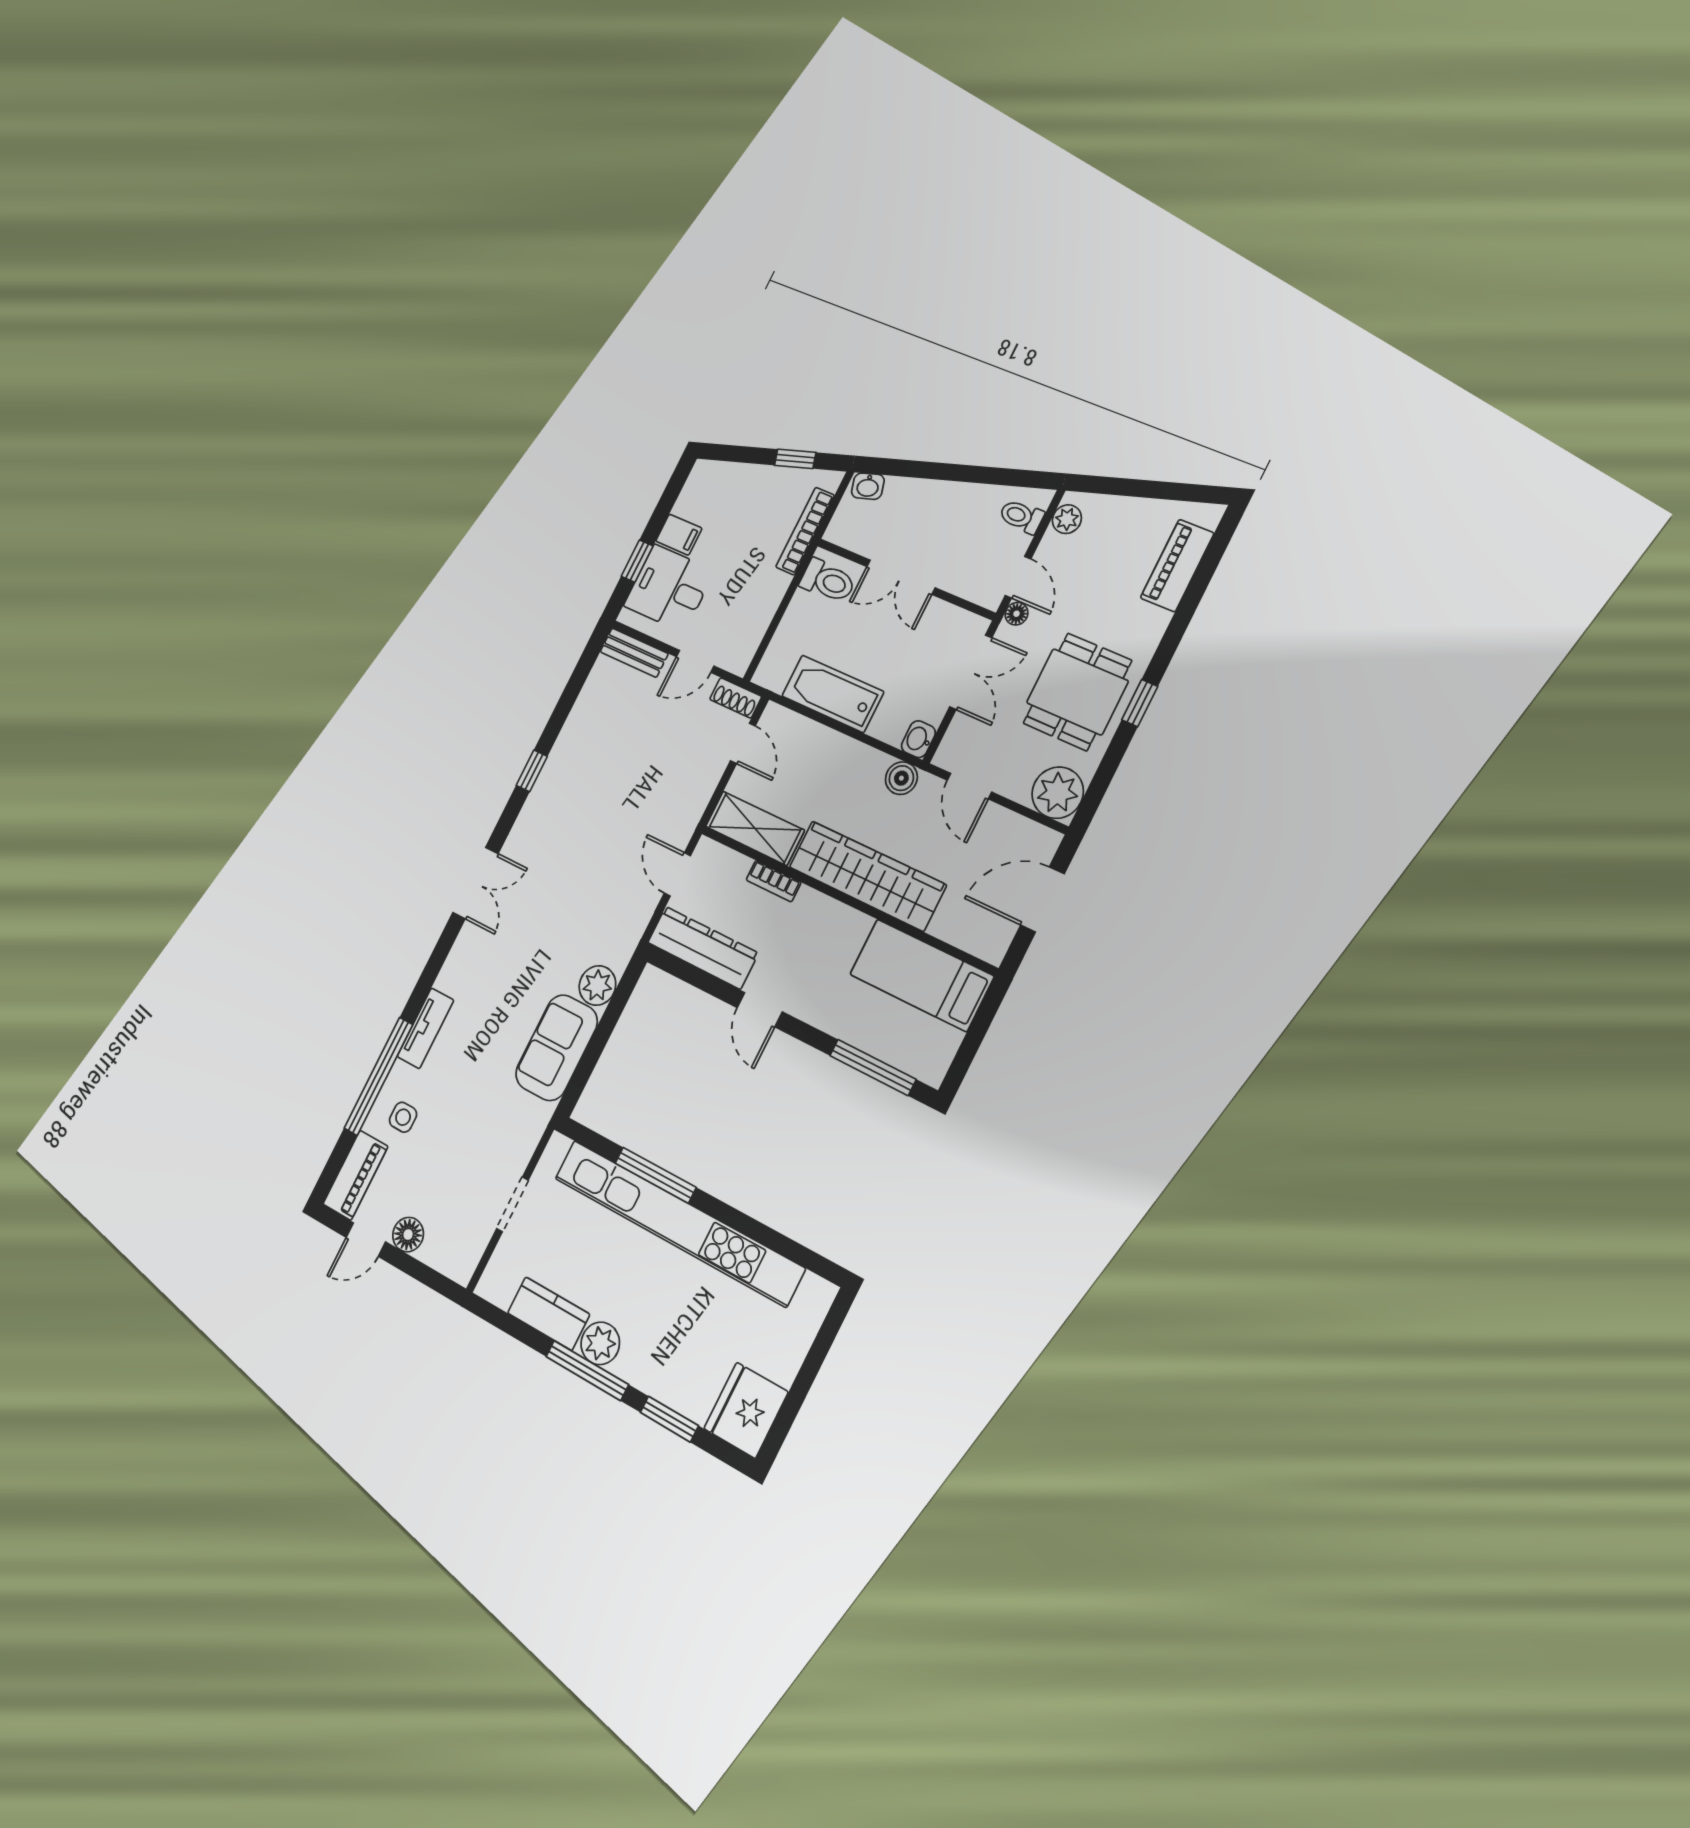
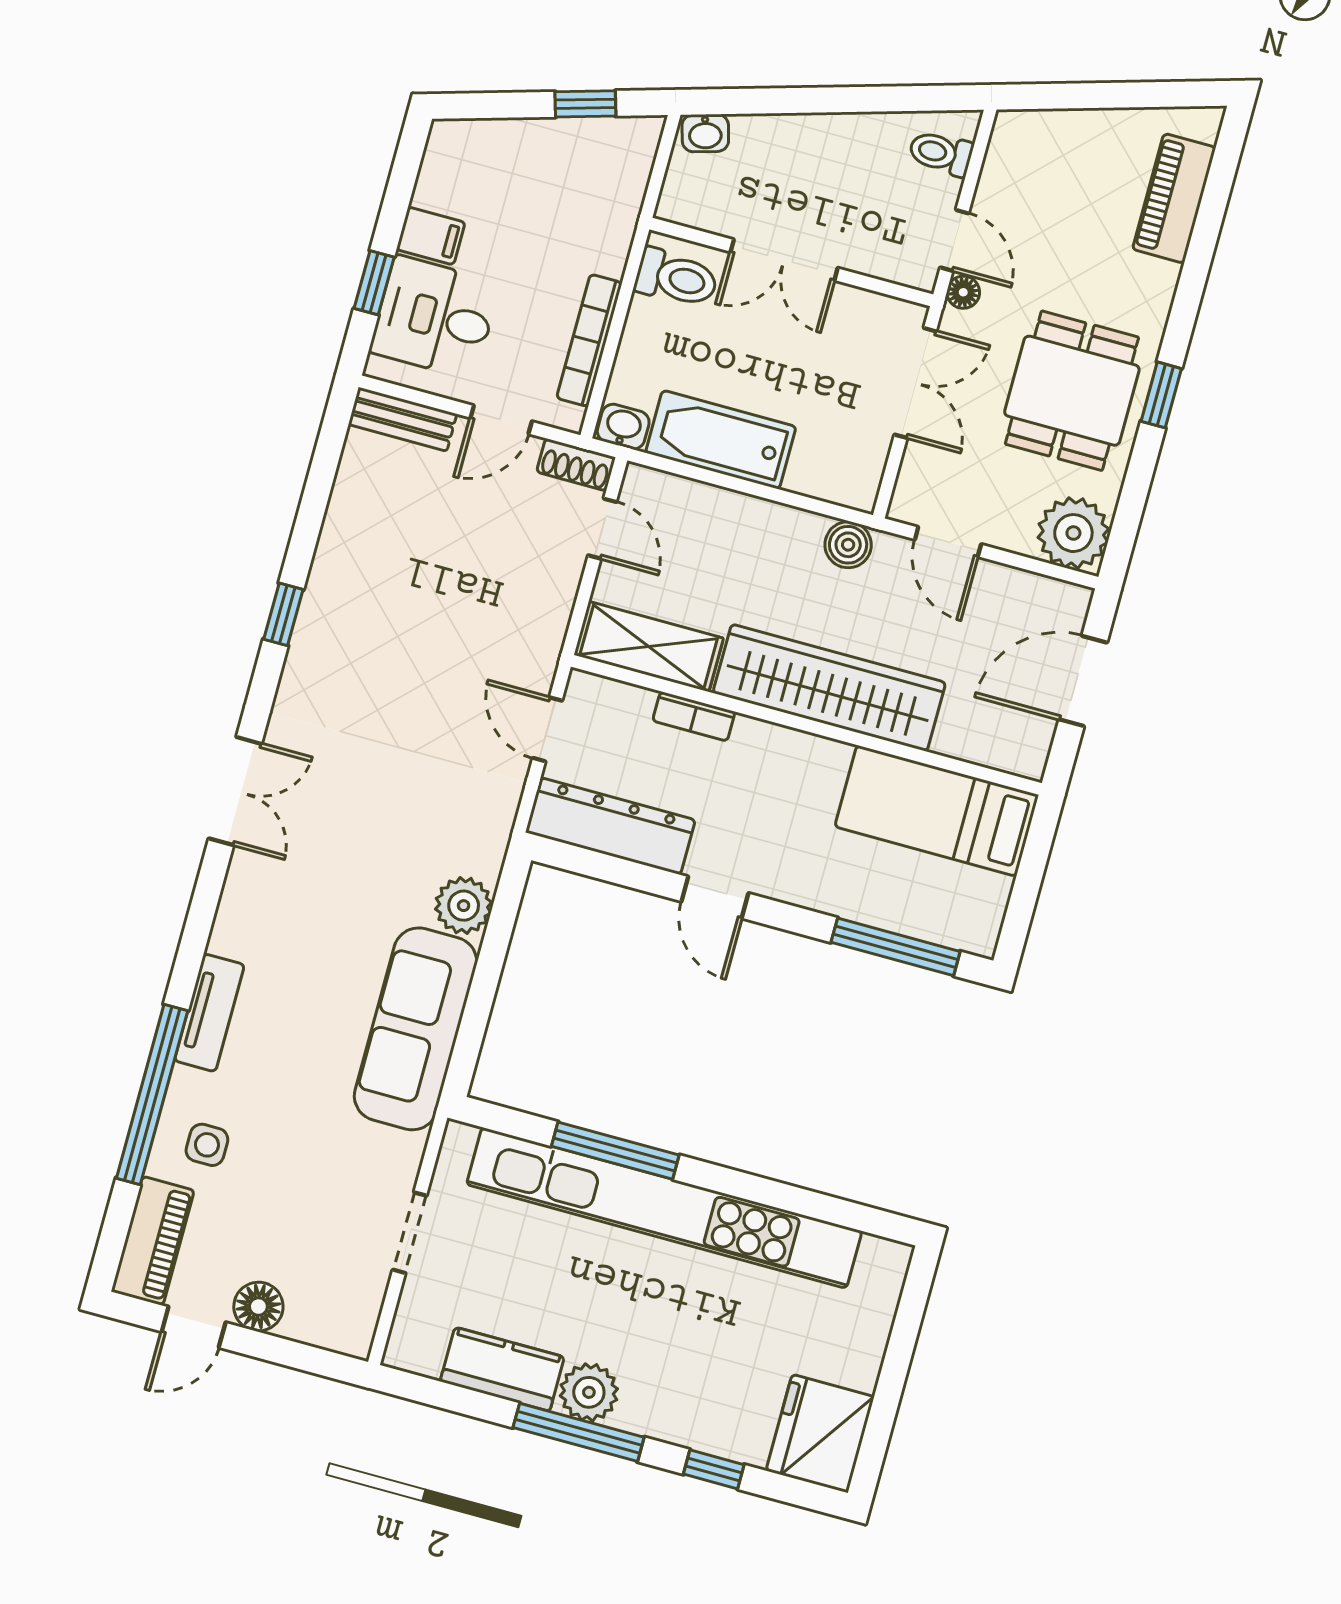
plant: (1067, 519) -> (1007, 150), removed
bookcase: (805, 531) -> (589, 340), moved
washbasin: (918, 739) -> (623, 427), moved, turned 90
sofa: (557, 1048) -> (416, 1029), width x1.36
window: (669, 1419) -> (714, 1469), width x0.67

